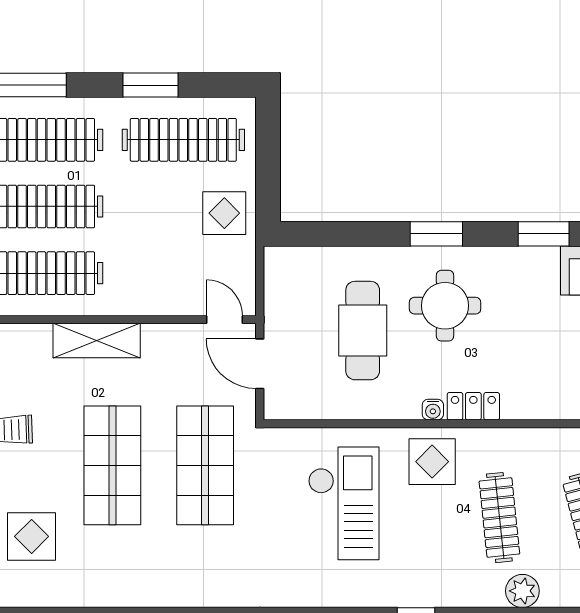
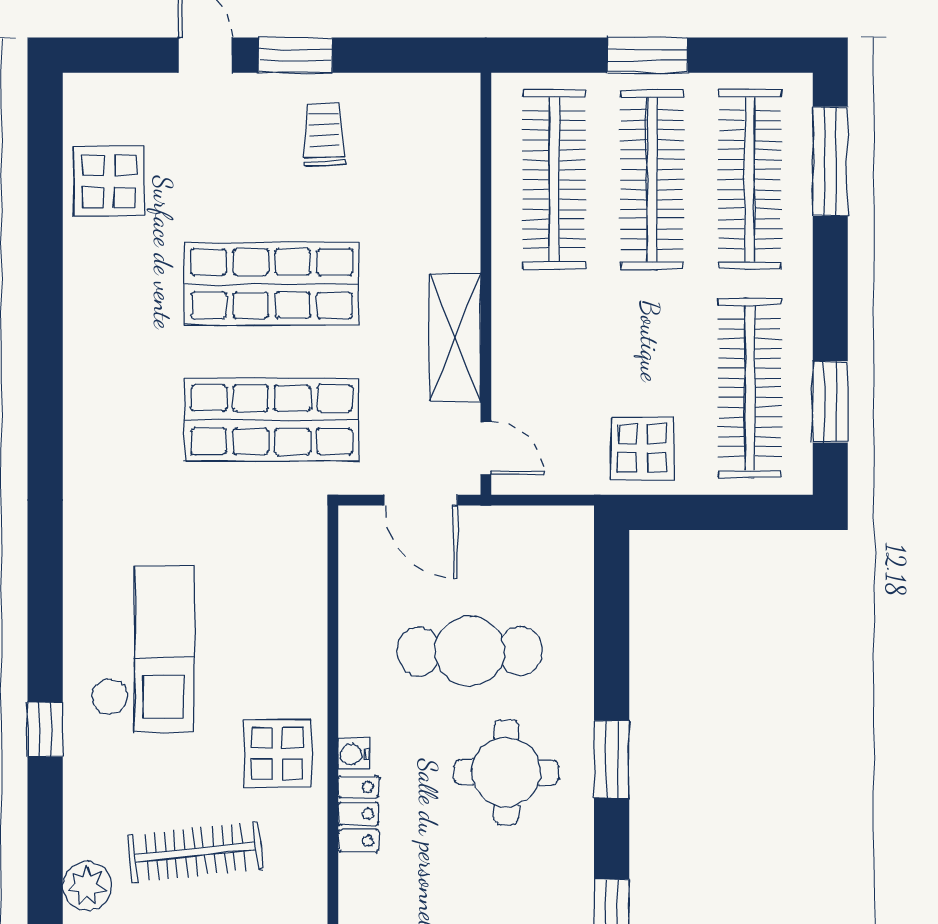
window: (151, 85) -> (830, 402), moved
door: (225, 320) -> (486, 448), hinge flipped
shelving: (97, 341) -> (455, 338), moved
door: (260, 364) -> (421, 500), swing flipped
checkout: (344, 503) -> (143, 649), moved, turned -90
display table: (32, 536) -> (109, 181), moved

